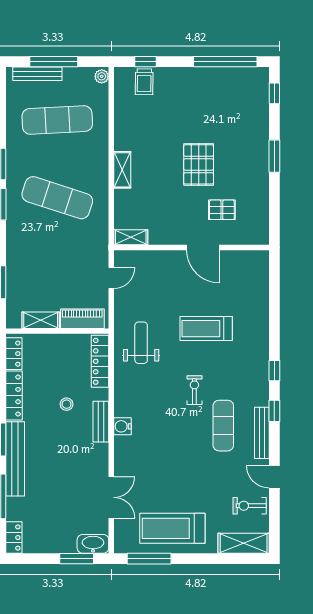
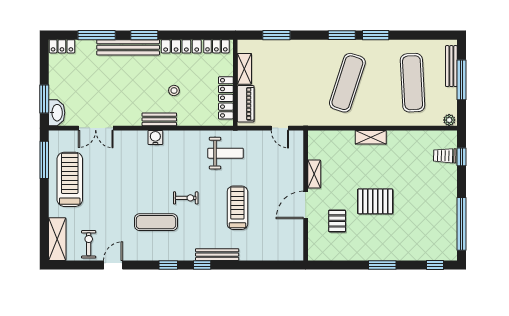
shelving: (131, 237) -> (314, 174), moved
locker: (100, 361) -> (226, 98), moved, turned -90
bench: (262, 433) -> (217, 255), moved

